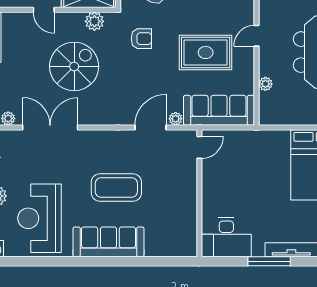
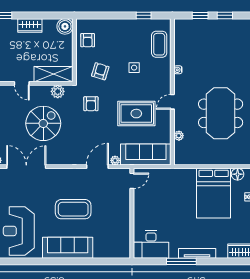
armchair: (141, 39) -> (91, 104), turned 90

